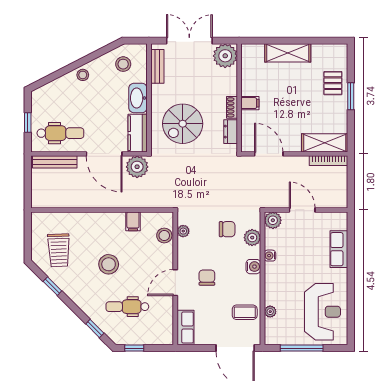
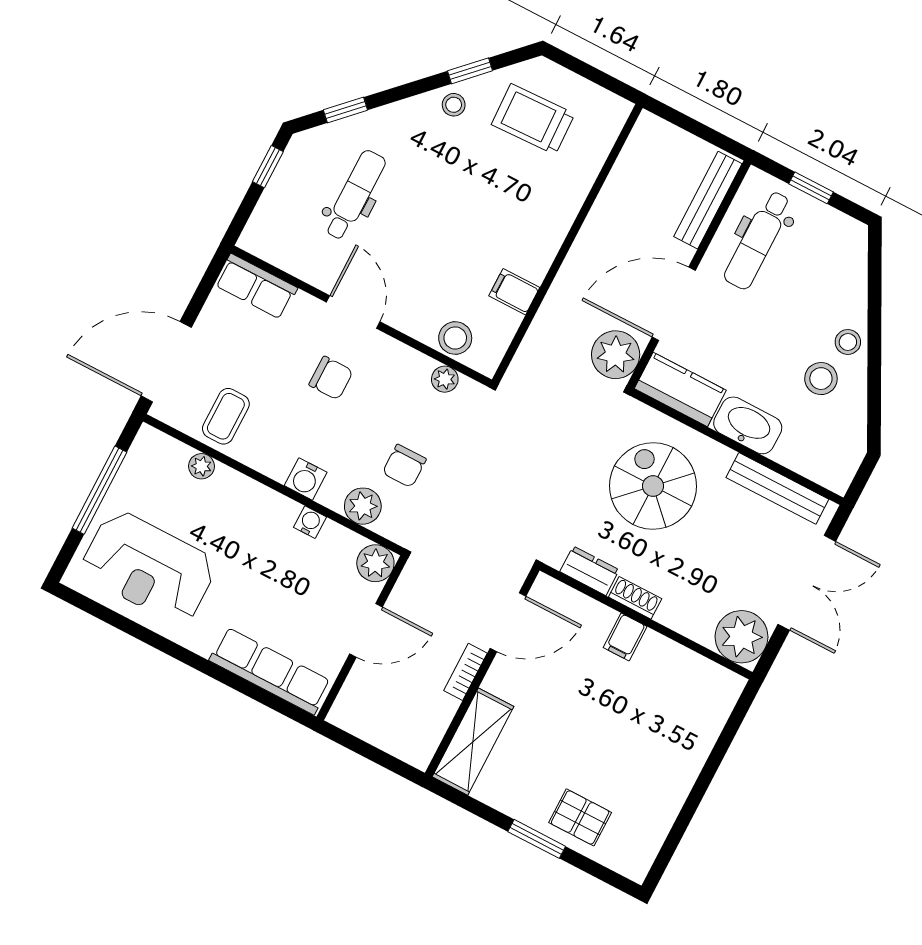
shelving: (288, 53) -> (684, 761), removed
stool: (123, 64) -> (821, 379), moved
bench: (157, 66) -> (777, 488), width x1.36
bookcase: (329, 161) -> (465, 672), moved, width x0.64
row of seats: (339, 249) -> (270, 671), width x1.48
stool: (109, 264) -> (454, 105), moved, width x0.53, depth x0.53

